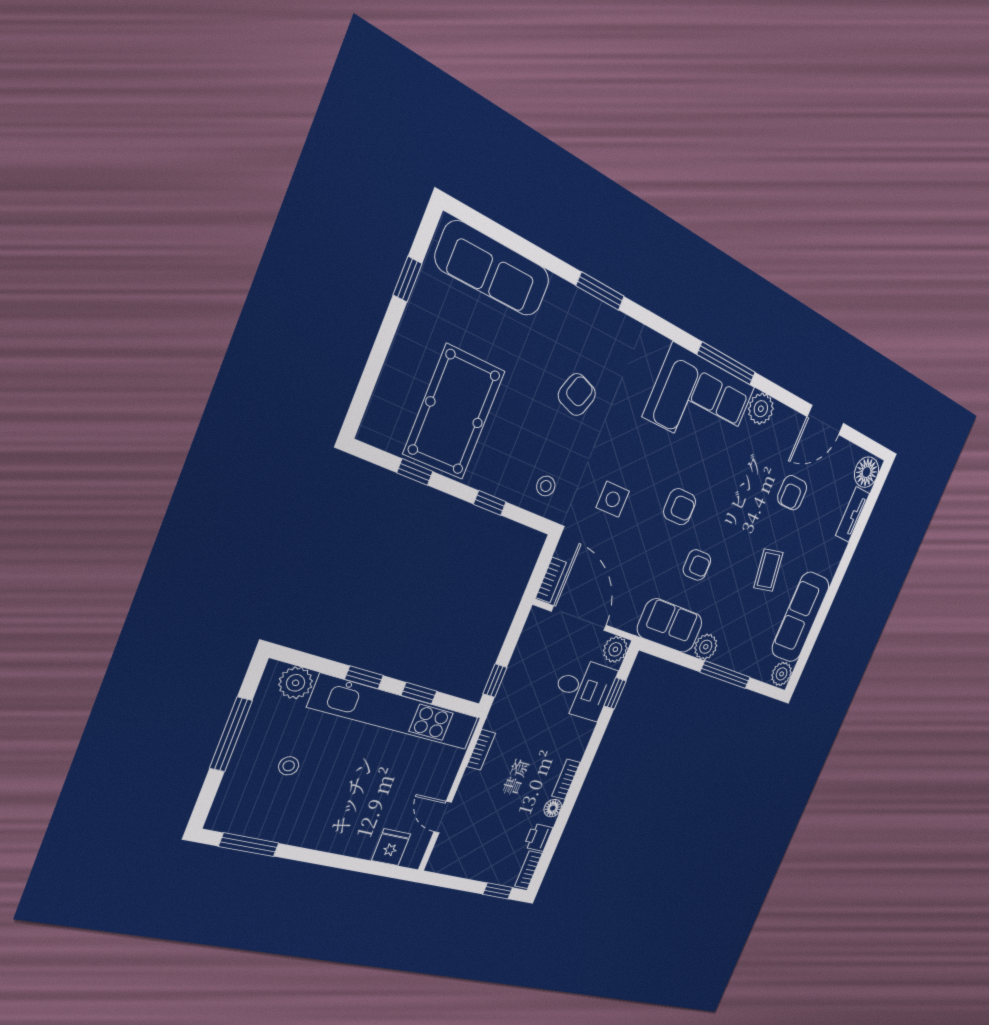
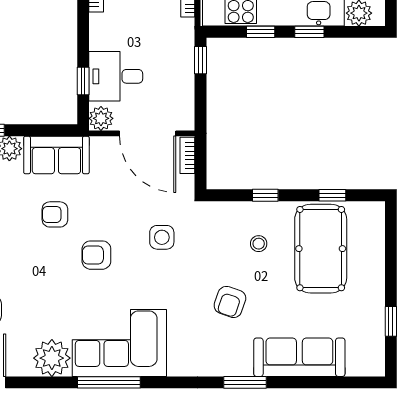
sofa: (493, 269) -> (299, 357), moved
plant: (761, 409) -> (52, 358), width x1.36, depth x1.36
stool: (546, 486) -> (259, 244), moved

